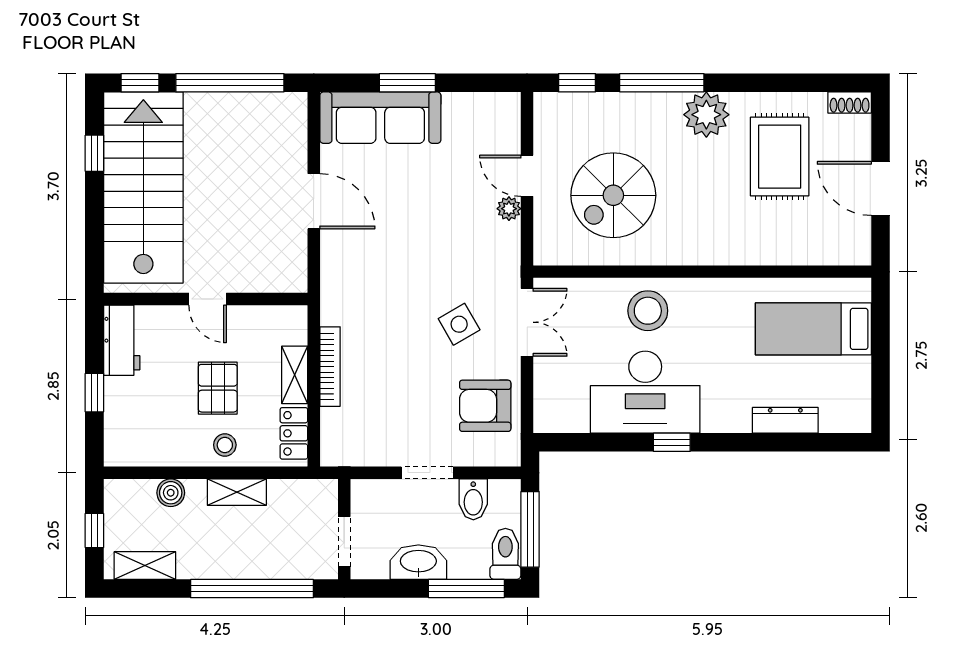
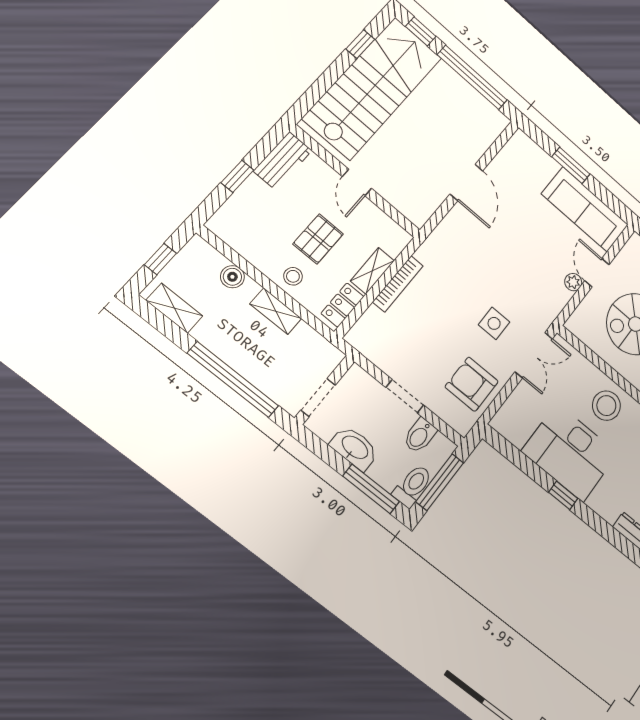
sofa: (380, 118) -> (585, 209), moved
side table: (459, 324) -> (494, 323), turned 30

